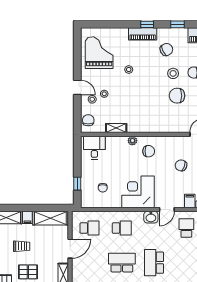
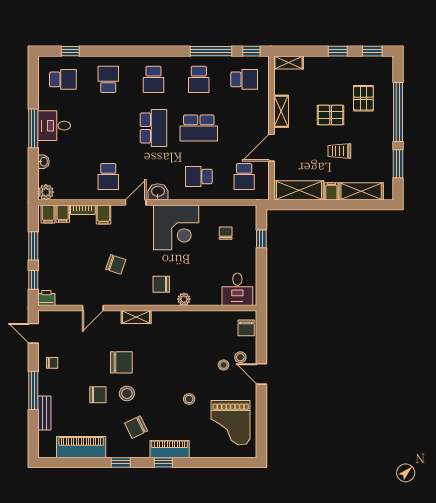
shelving: (116, 128) -> (136, 317), moved
school desk: (90, 228) -> (244, 177), turned -90

